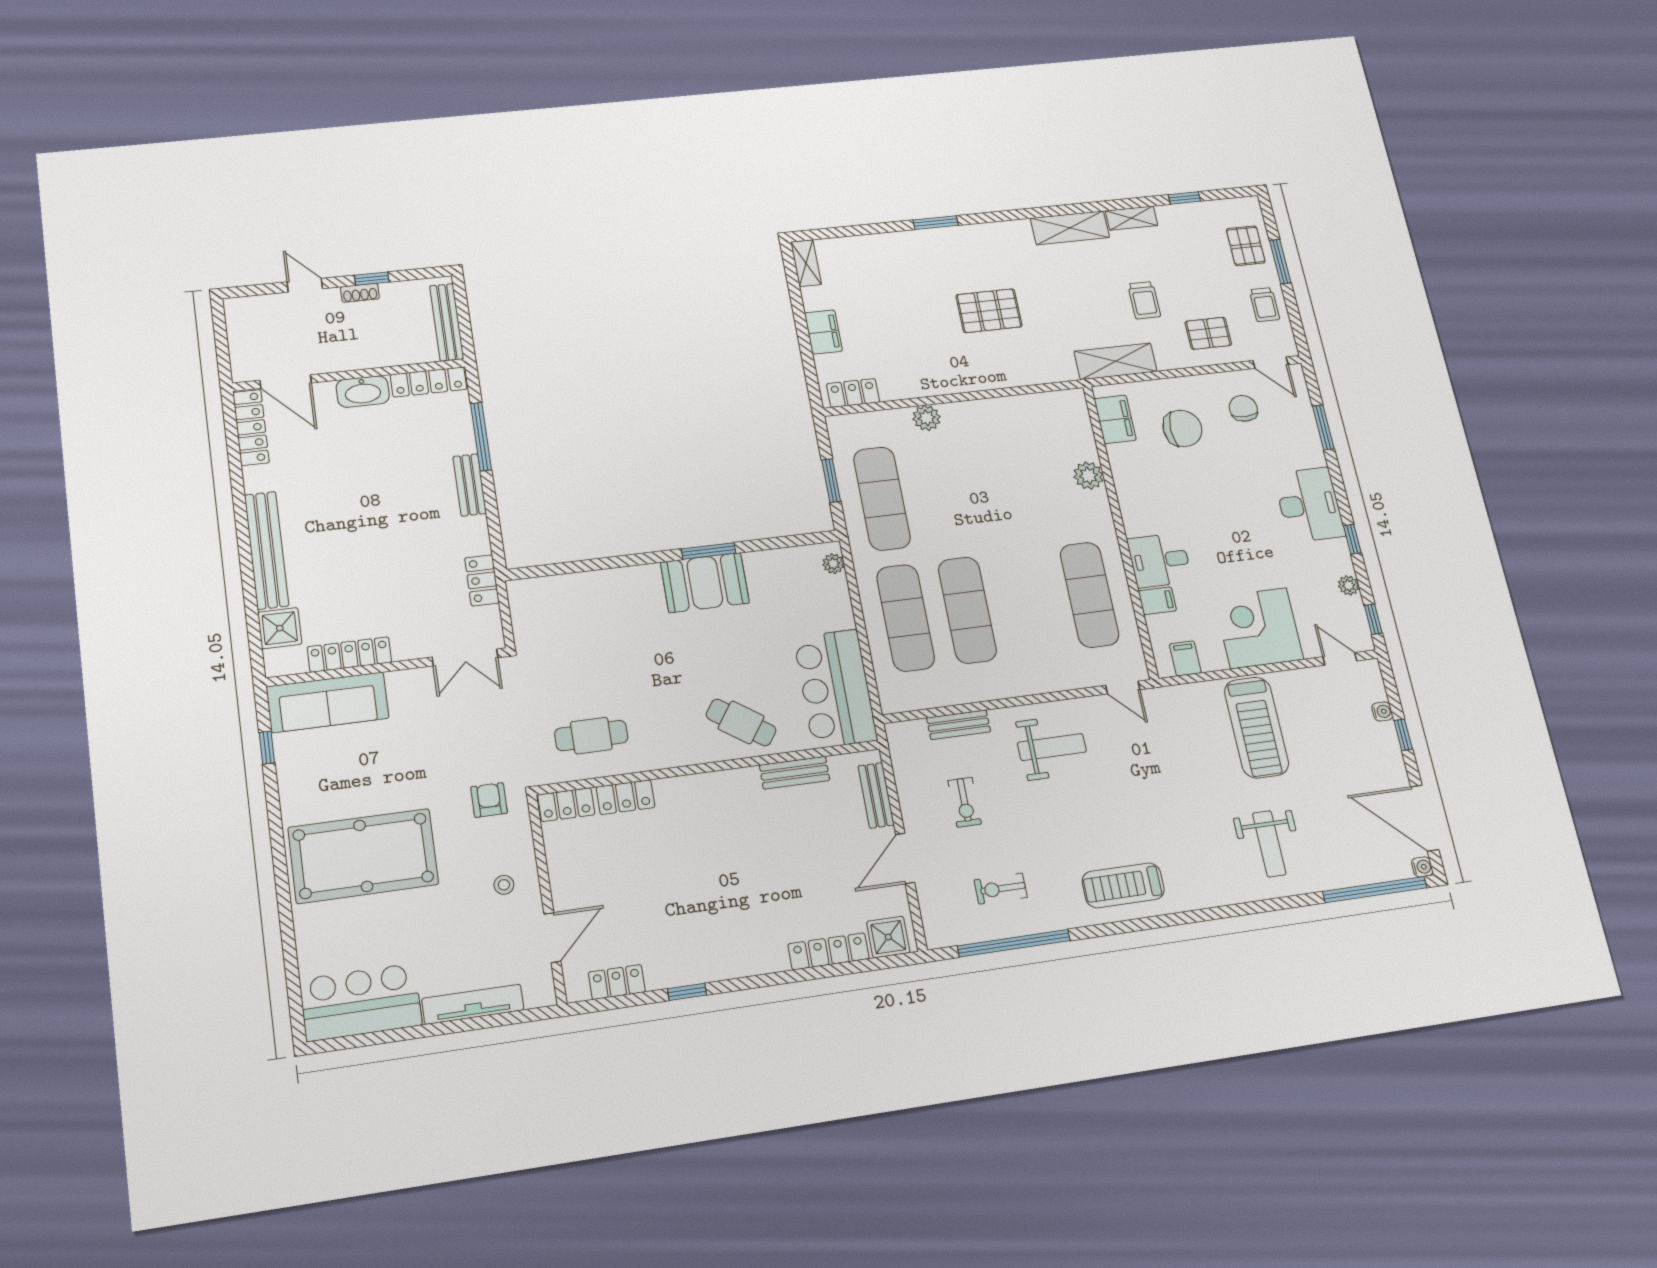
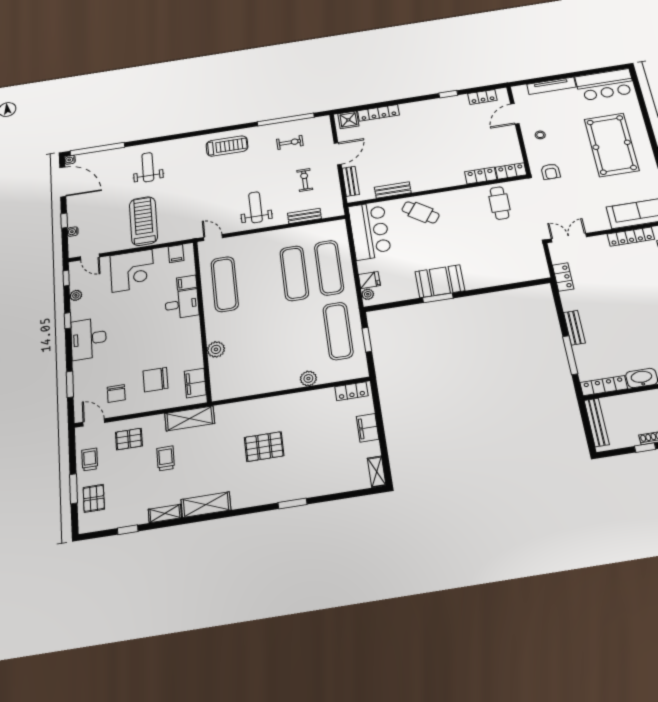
fridge: (832, 591) -> (369, 280), added
cafe table: (591, 736) -> (500, 203), turned 90
weight bench: (1052, 747) -> (256, 207), turned 90
pool table: (363, 856) -> (612, 145), turned 90

